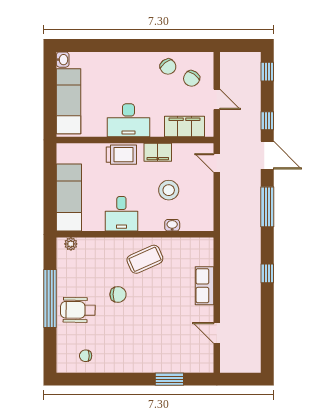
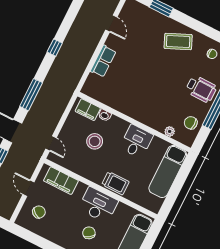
chair: (168, 67) -> (89, 233), moved
filing cabinet: (158, 152) -> (88, 110), moved, turned 180
trolley: (121, 155) -> (115, 183), turned 180
plant: (71, 244) -> (170, 131), moved
coffee table: (145, 259) -> (178, 41), moved
chair: (118, 294) -> (191, 123), moved

